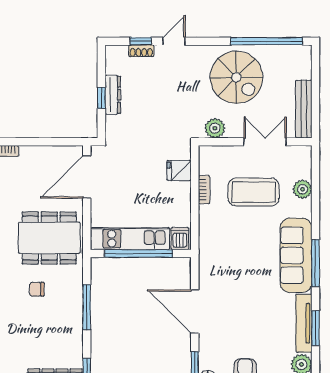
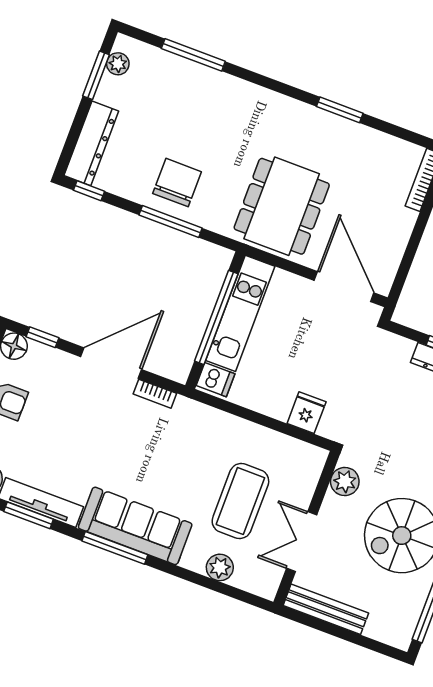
double door: (265, 142) -> (302, 542), swing flipped
bookcase: (204, 190) -> (155, 394), moved
chair: (37, 289) -> (177, 183), moved, width x1.87, depth x1.87

